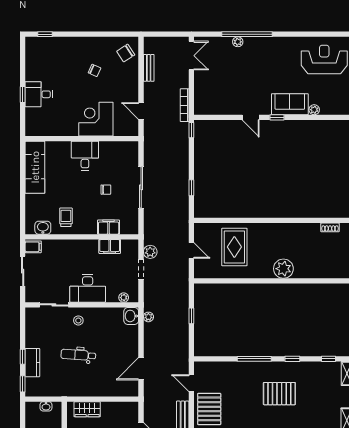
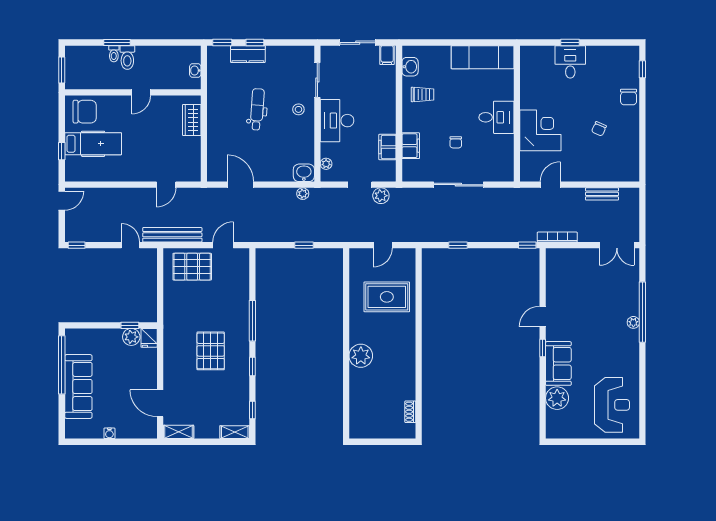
plant: (238, 42) -> (633, 322), moved
chair: (126, 53) -> (629, 97), moved, turned -147
plant: (314, 110) -> (557, 398), width x1.87, depth x1.87

